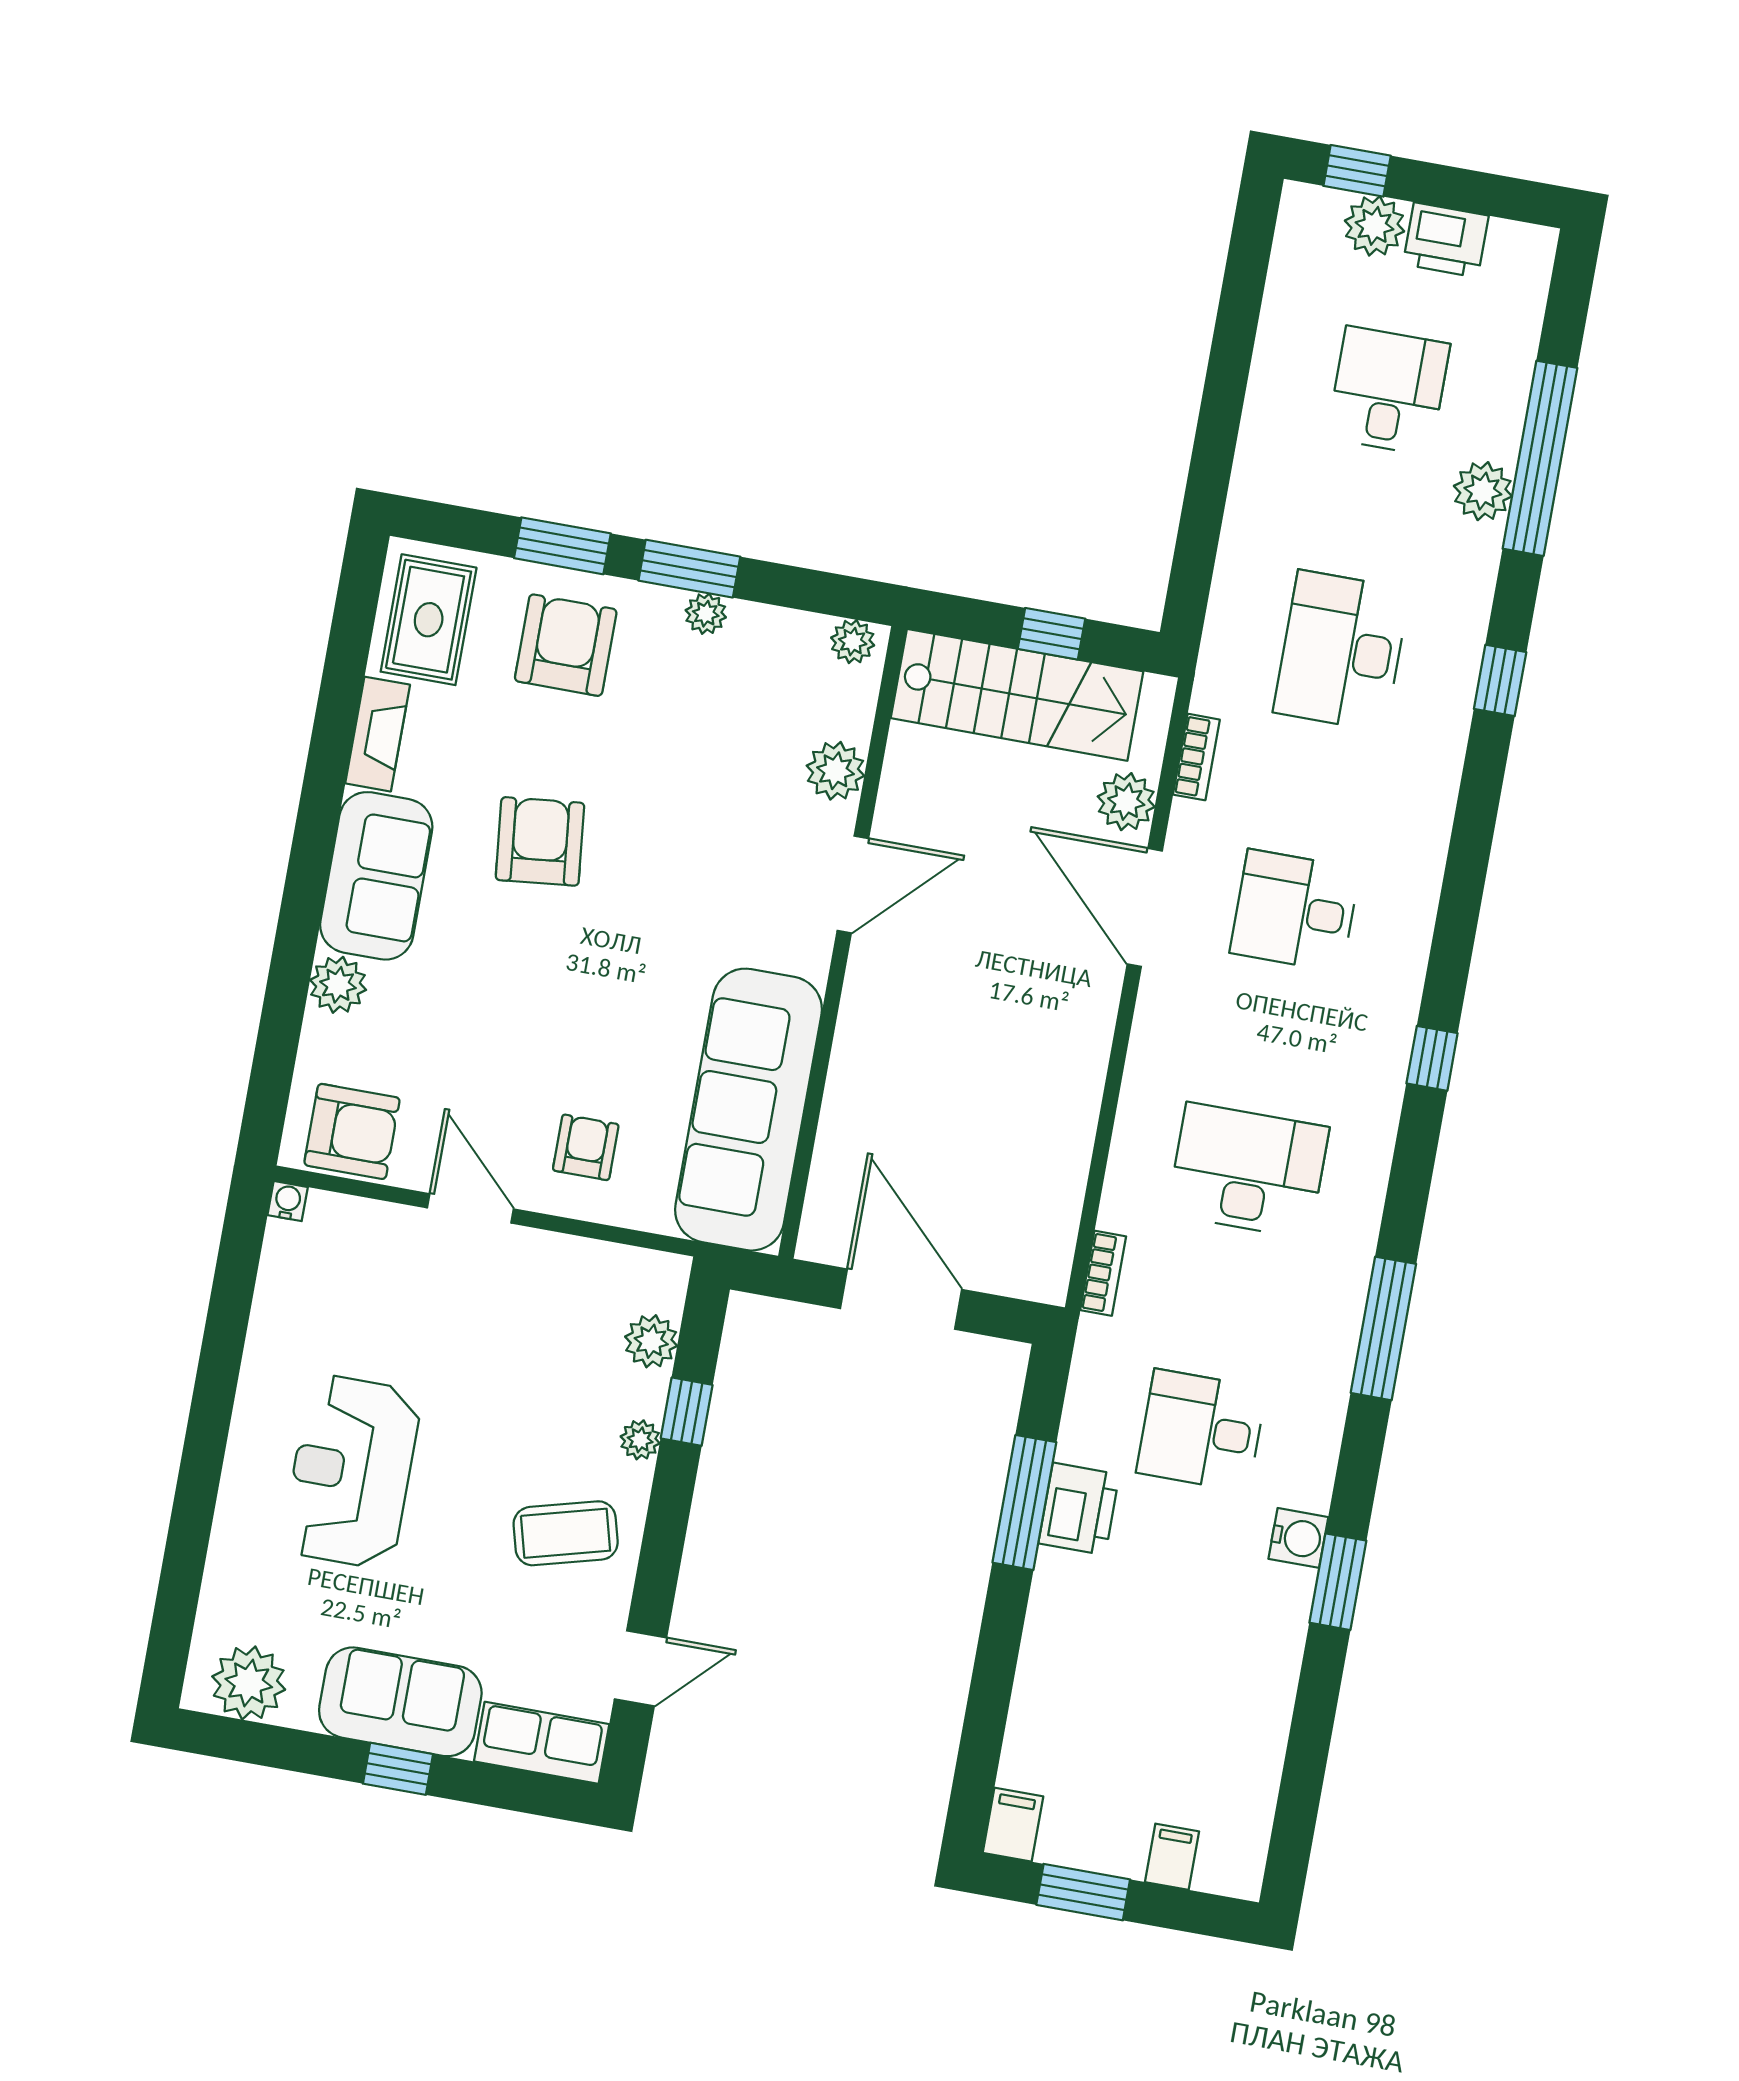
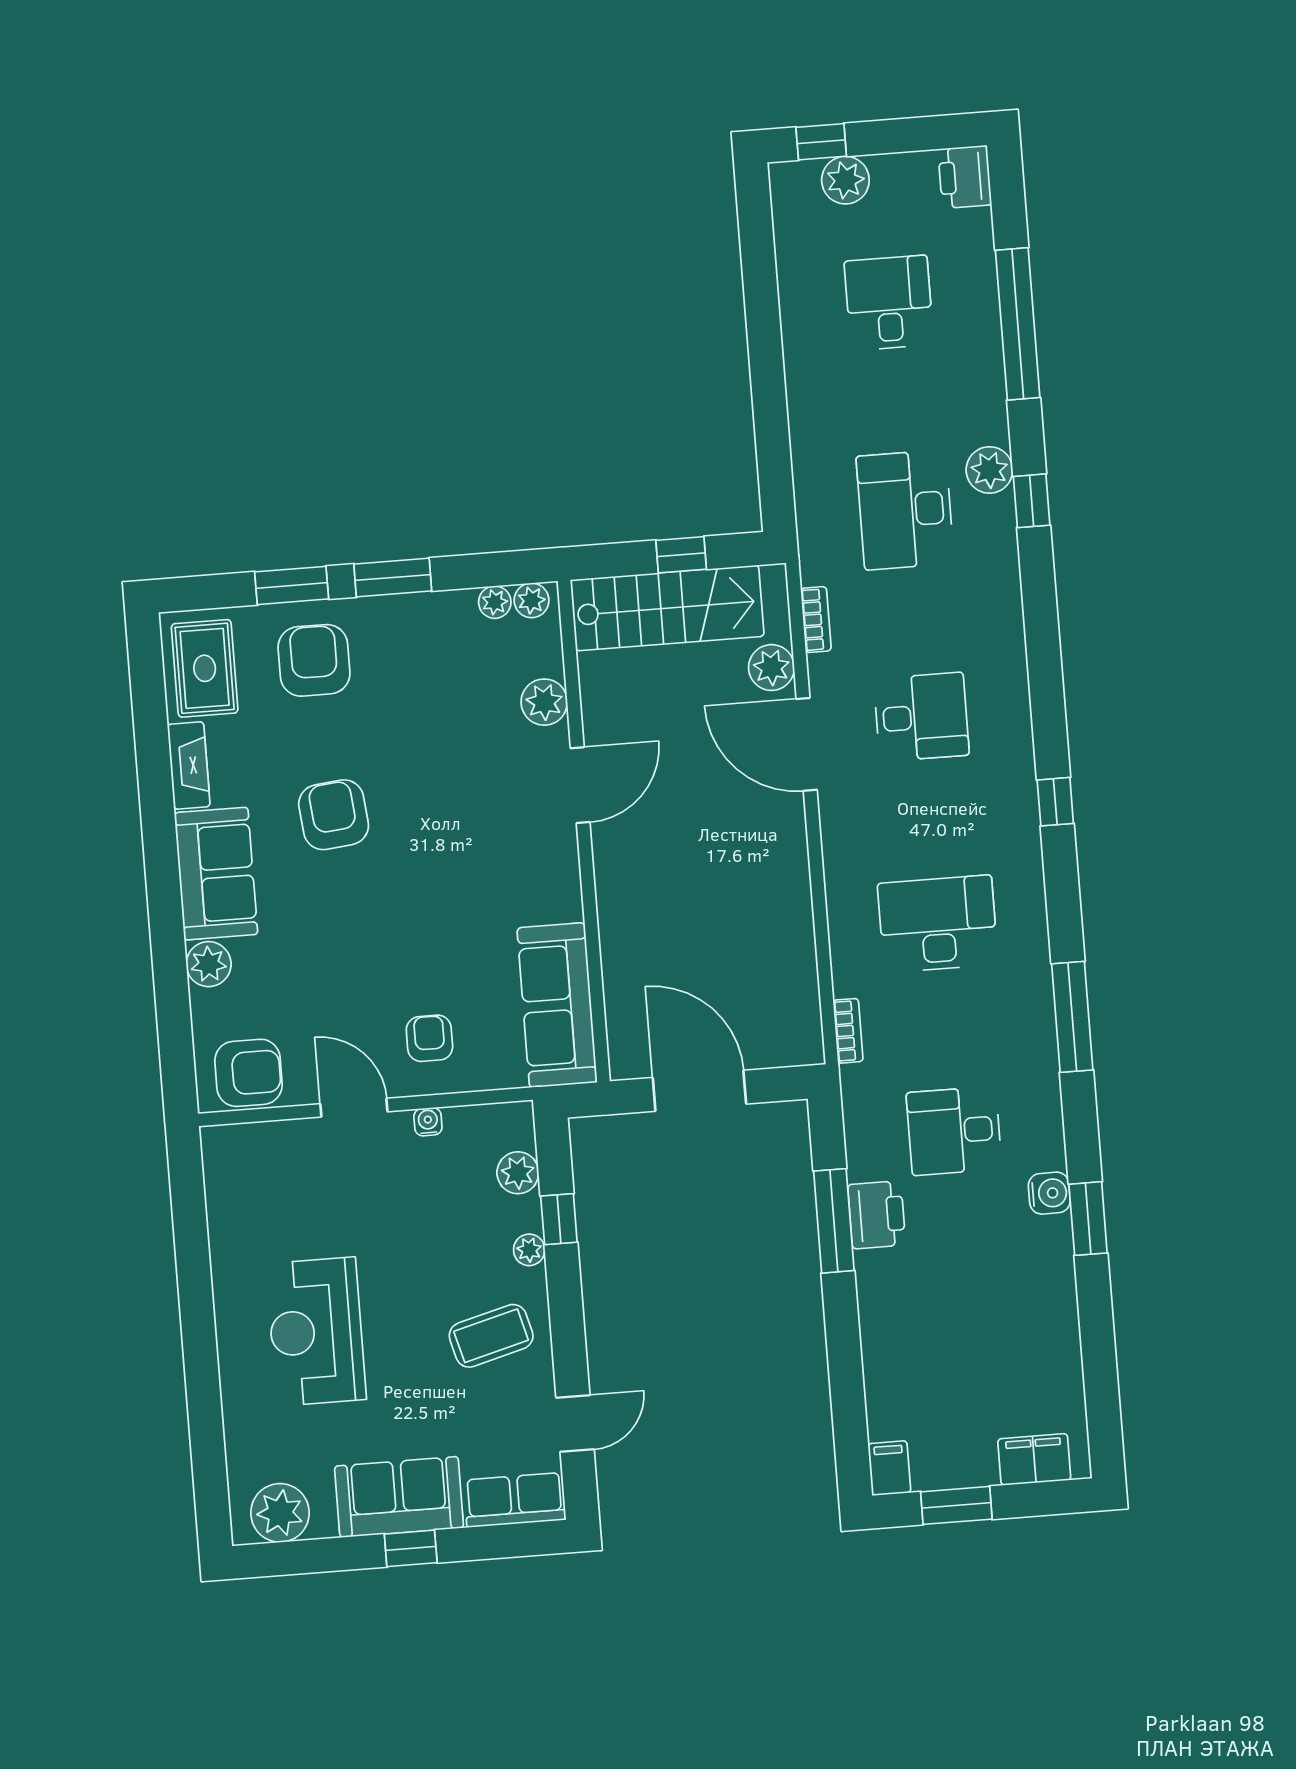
printer: (1446, 240) -> (965, 177), moved, turned 90
plant: (1483, 491) -> (989, 470), moved
plant: (706, 614) -> (495, 602), moved
desk: (1295, 911) -> (921, 717), turned 180
sofa: (748, 1110) -> (557, 1005), width x0.74, depth x0.79
water cooler: (288, 1201) -> (428, 1122), moved
filing cabinet: (1172, 1857) -> (1034, 1459), width x2.00

